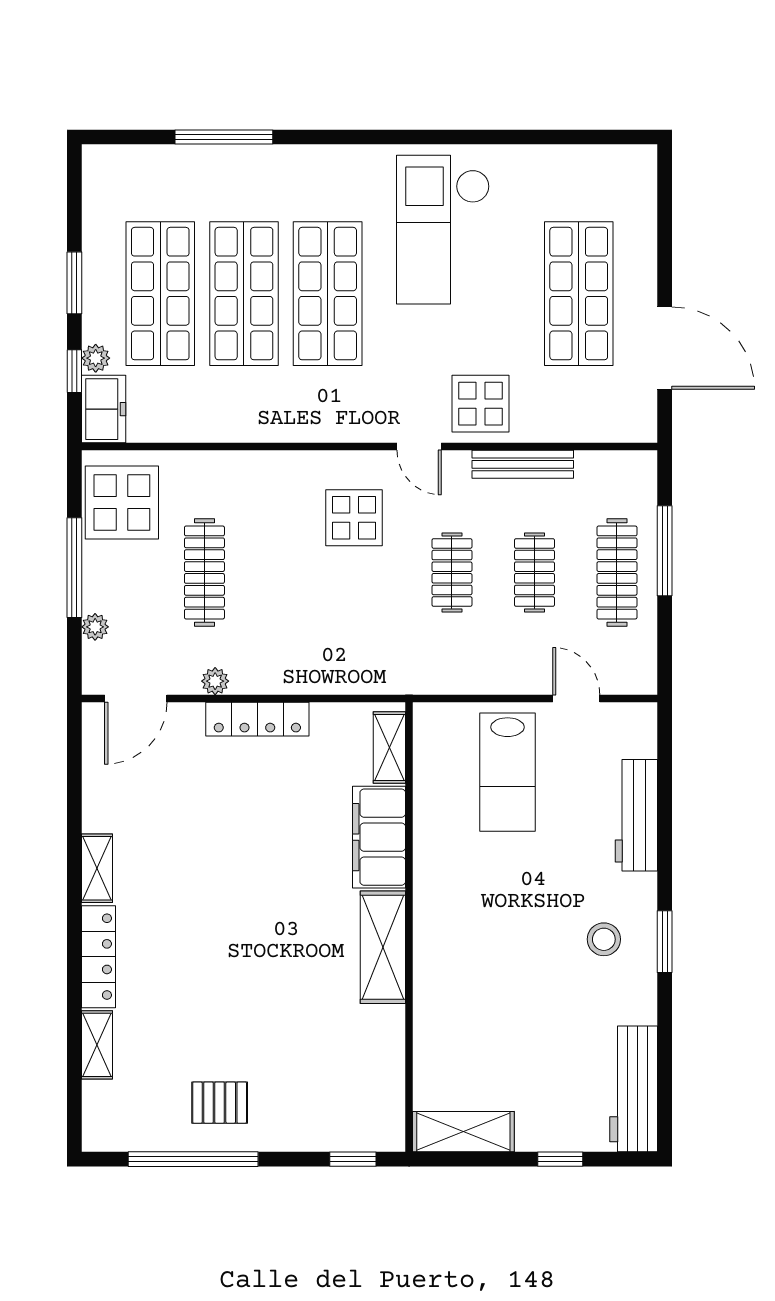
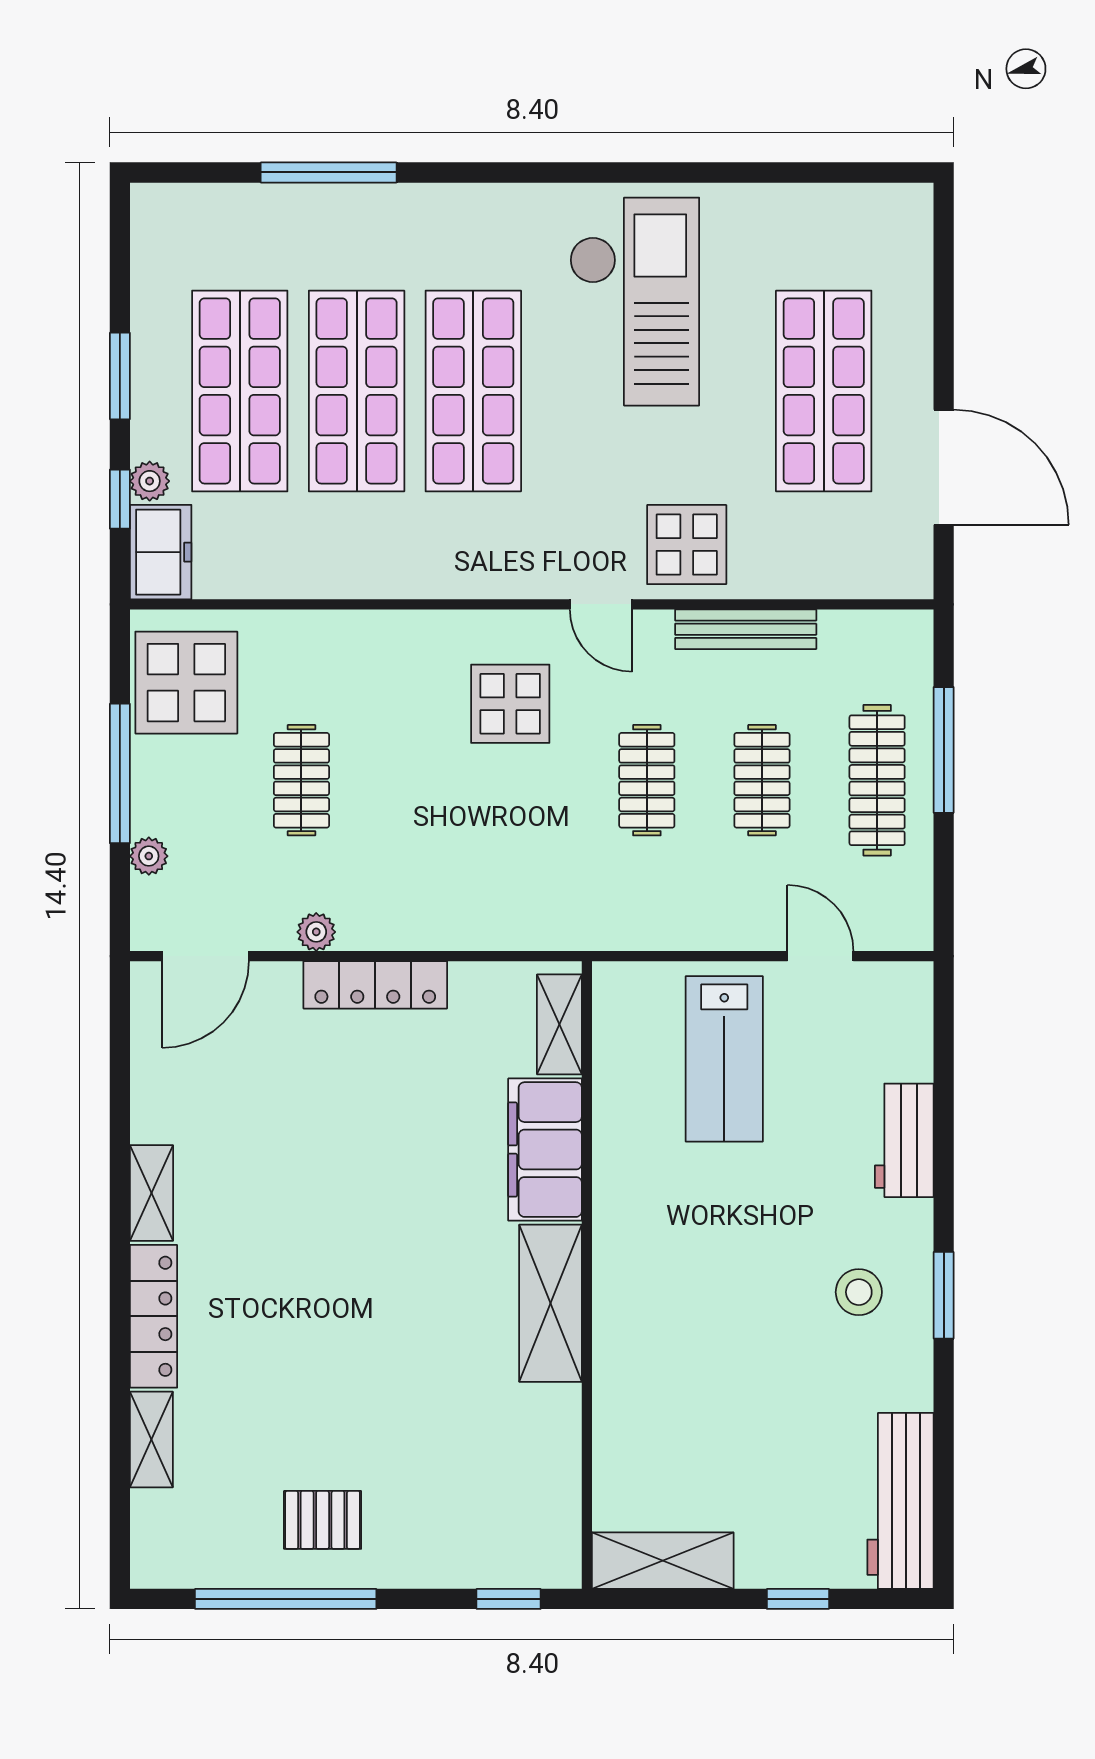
checkout: (443, 230) -> (634, 302), turned 180
clothes rail: (204, 572) -> (301, 780), width x0.73
workbench: (636, 815) -> (904, 1140), width x0.73

